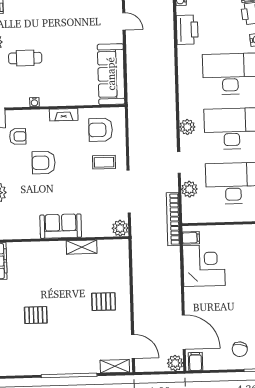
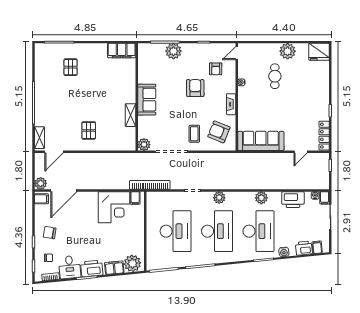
armchair: (101, 130) -> (219, 132), turned -68
plant: (189, 189) -> (261, 198), moved
pallet: (36, 315) -> (71, 67), moved

